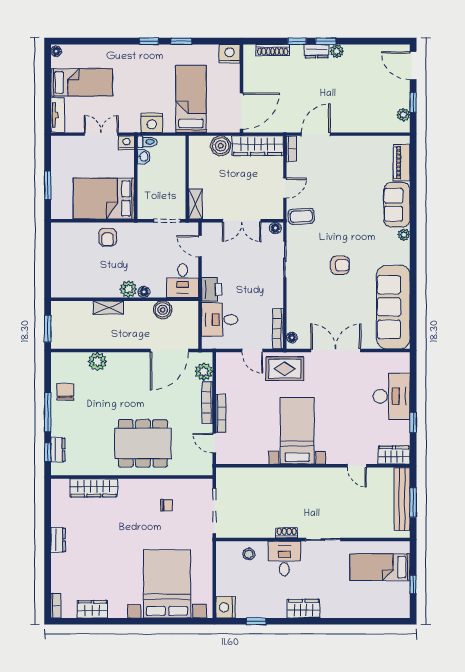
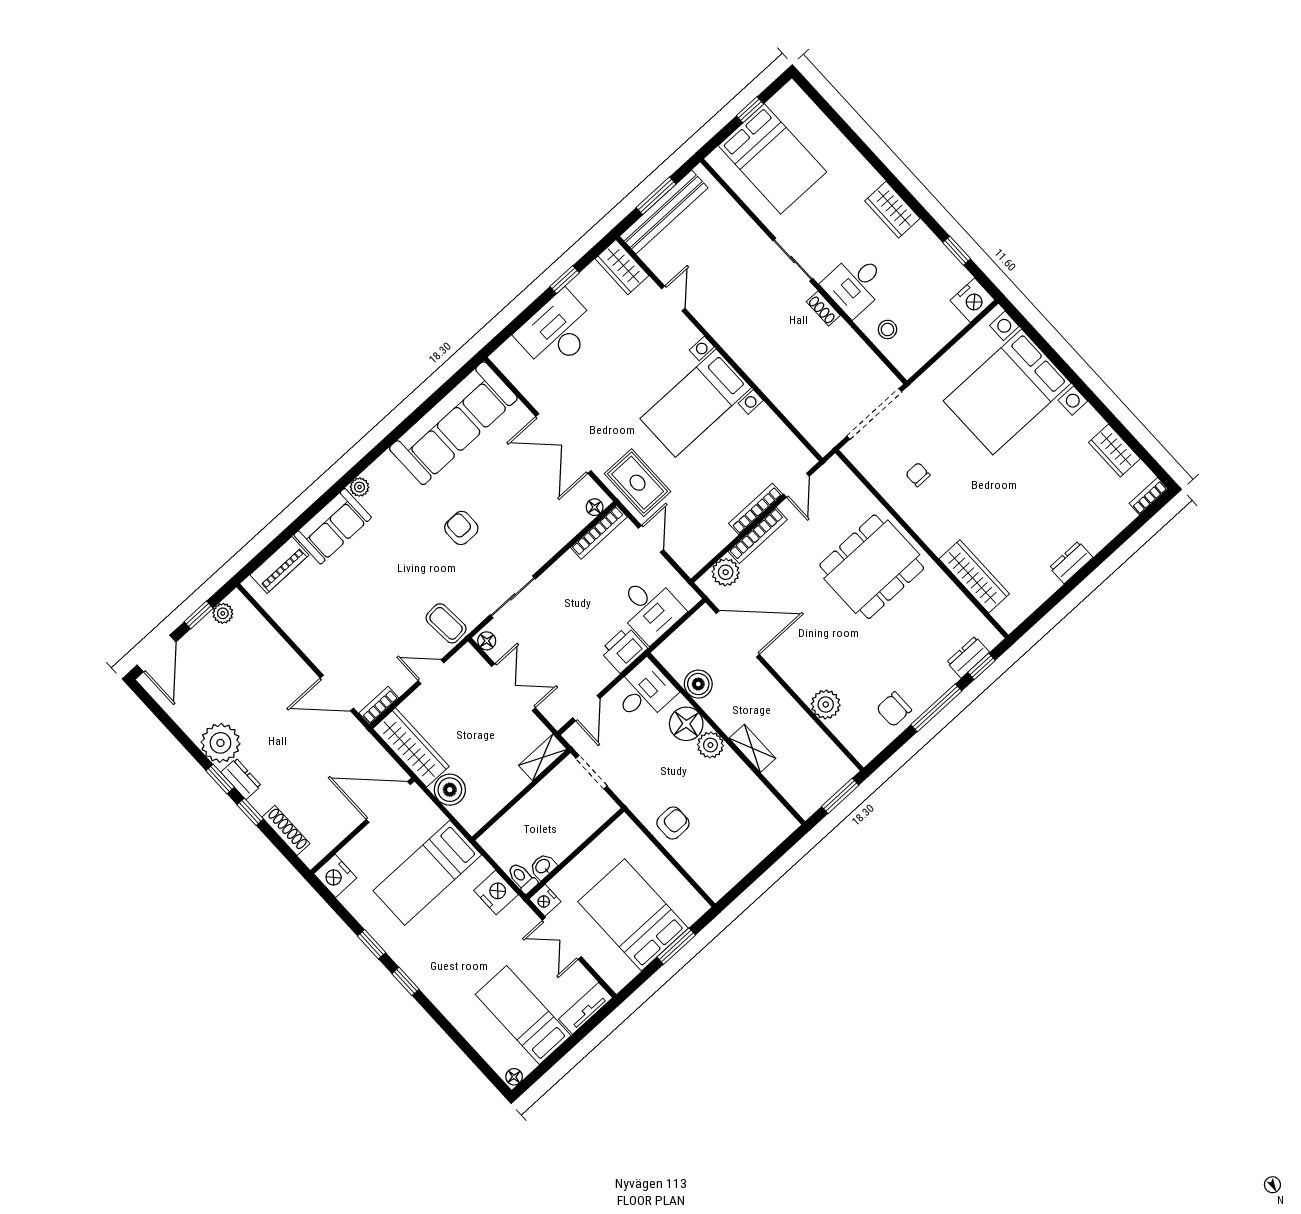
plant: (337, 51) -> (220, 743), width x1.88, depth x1.88
bed: (104, 199) -> (633, 915), moved, turned 180
floor lamp: (144, 292) -> (686, 724), width x1.89, depth x1.89
dining table: (143, 443) -> (872, 567), turned 90
bed: (380, 567) -> (772, 159), width x1.50

